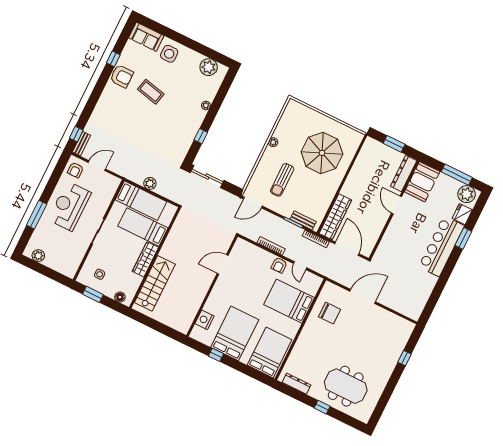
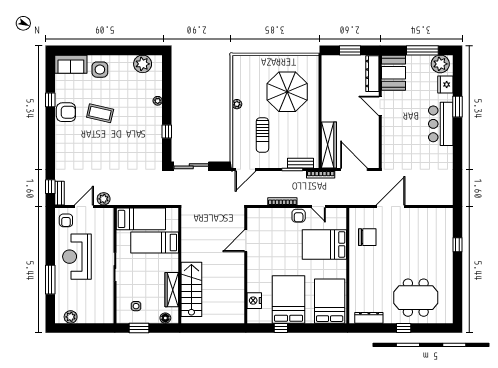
plant: (150, 183) -> (104, 199), moved
bar counter: (441, 246) -> (441, 124), width x0.73
wardrobe: (145, 259) -> (172, 290), moved

